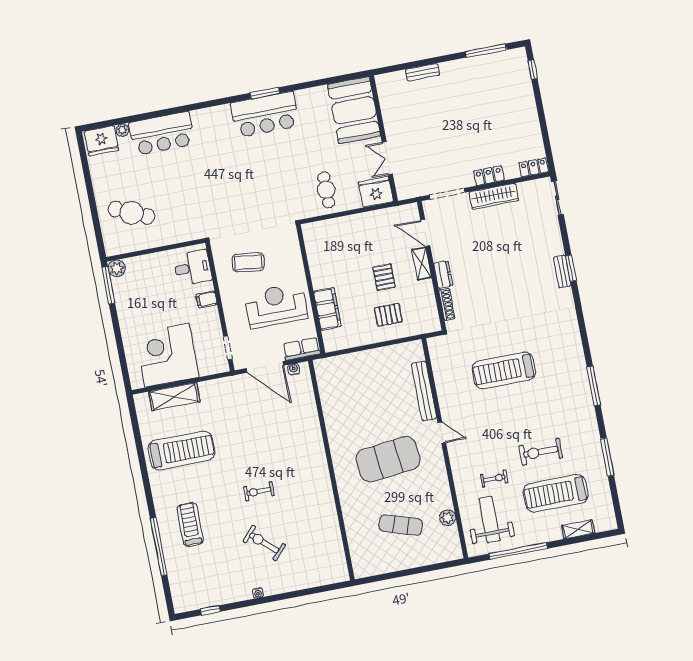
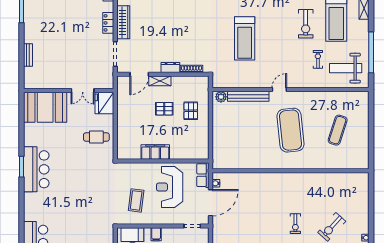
filing cabinet: (327, 309) -> (155, 152), moved
plant: (448, 518) -> (221, 97), moved

